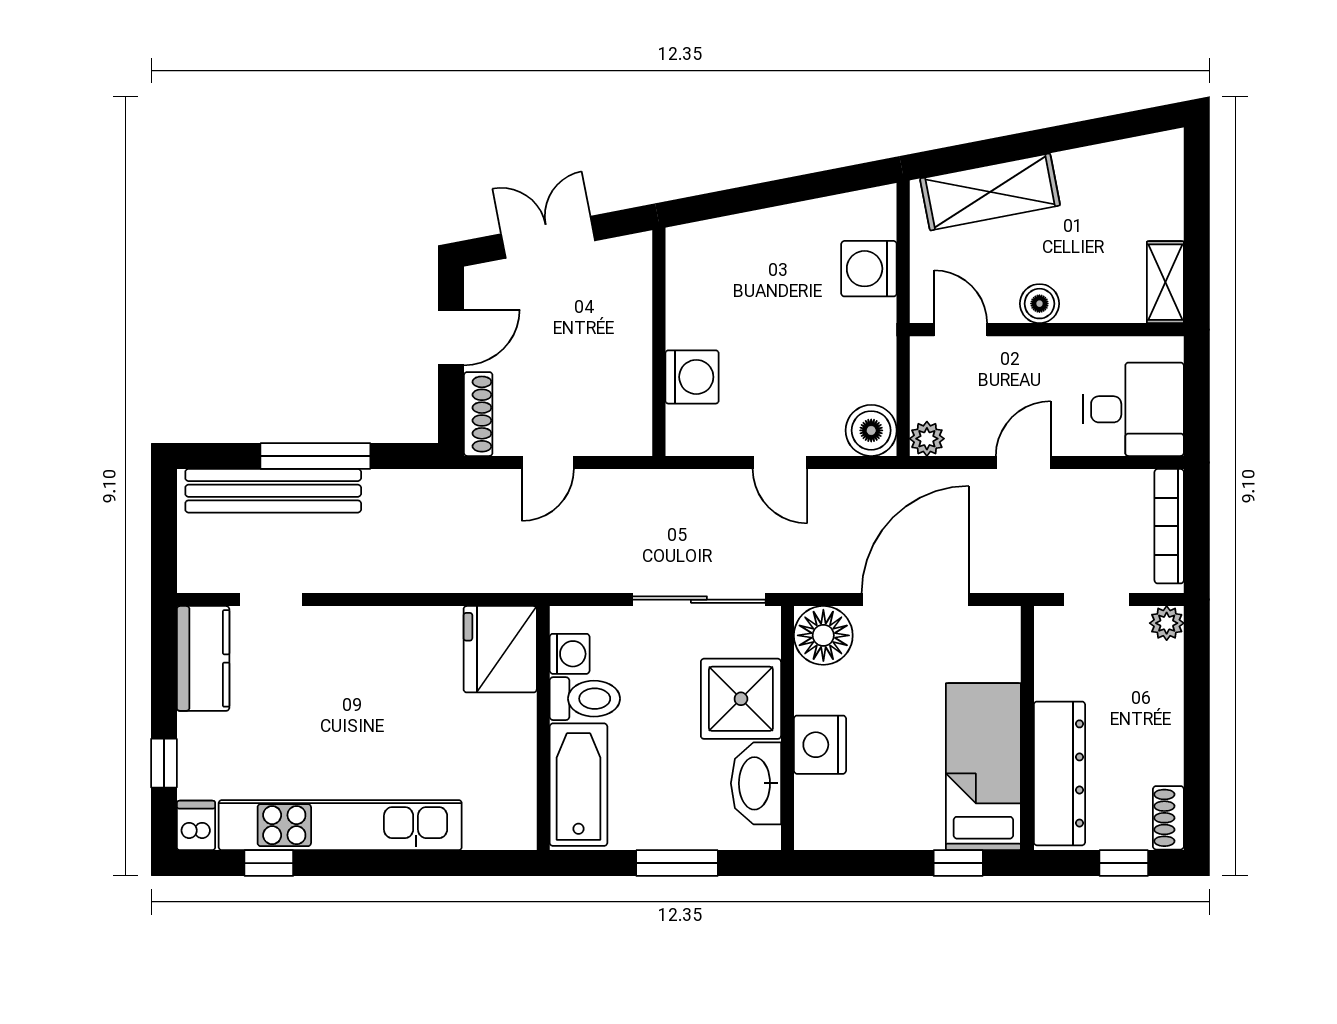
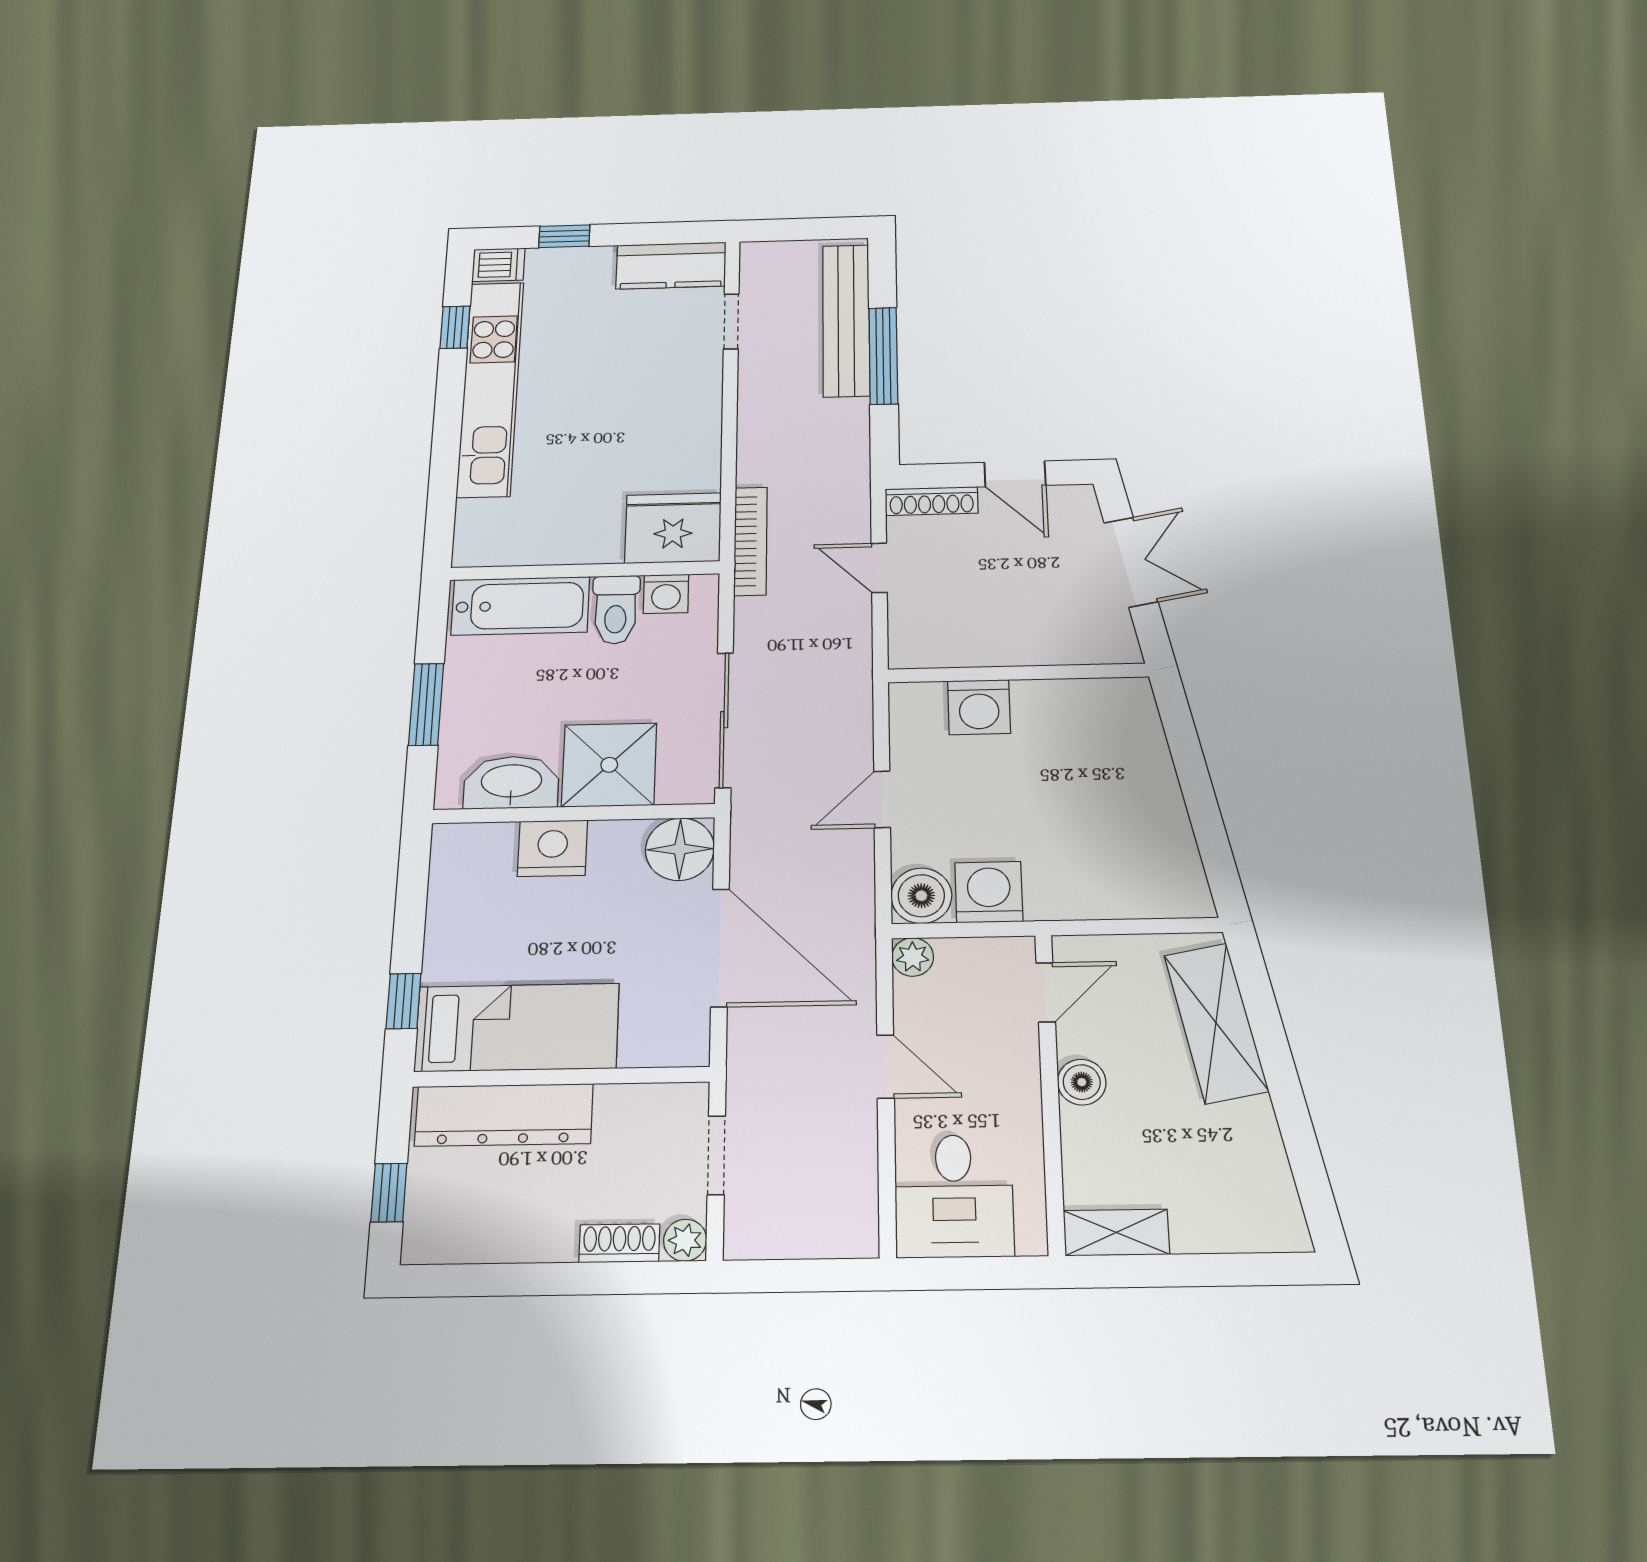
washing machine: (869, 269) -> (989, 892), moved
bookcase: (1169, 526) -> (751, 541), moved, turned 90
shoe rack: (1168, 818) -> (619, 1243), moved

